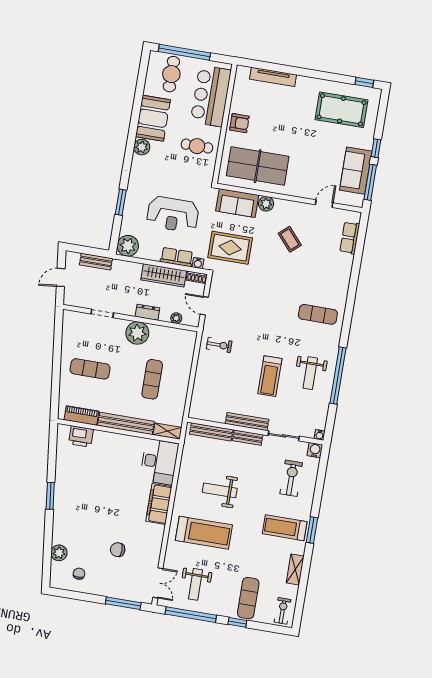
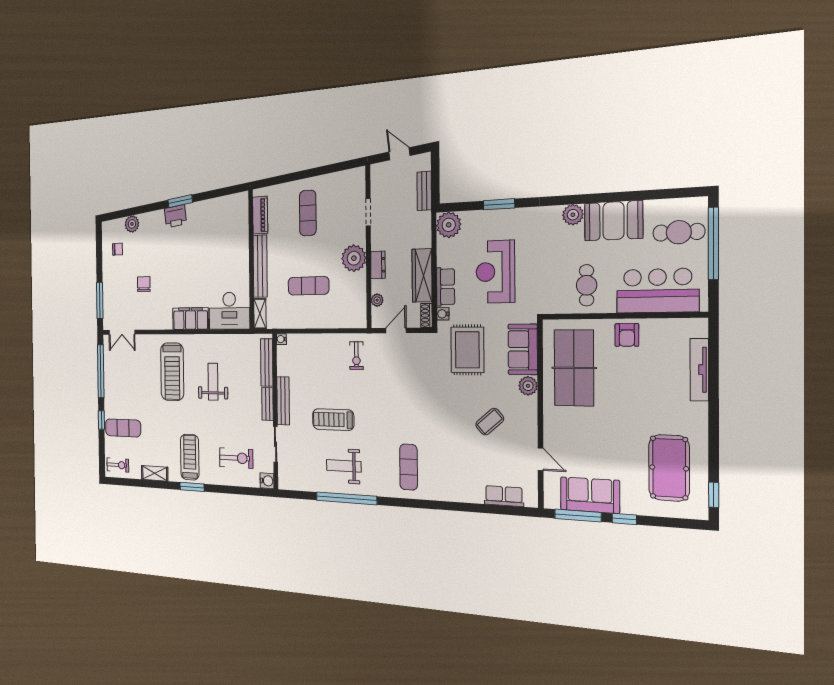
water cooler: (320, 435) -> (281, 339), moved
printer: (81, 436) -> (175, 216), moved, turned -97
weight bench: (195, 584) -> (126, 371), removed

